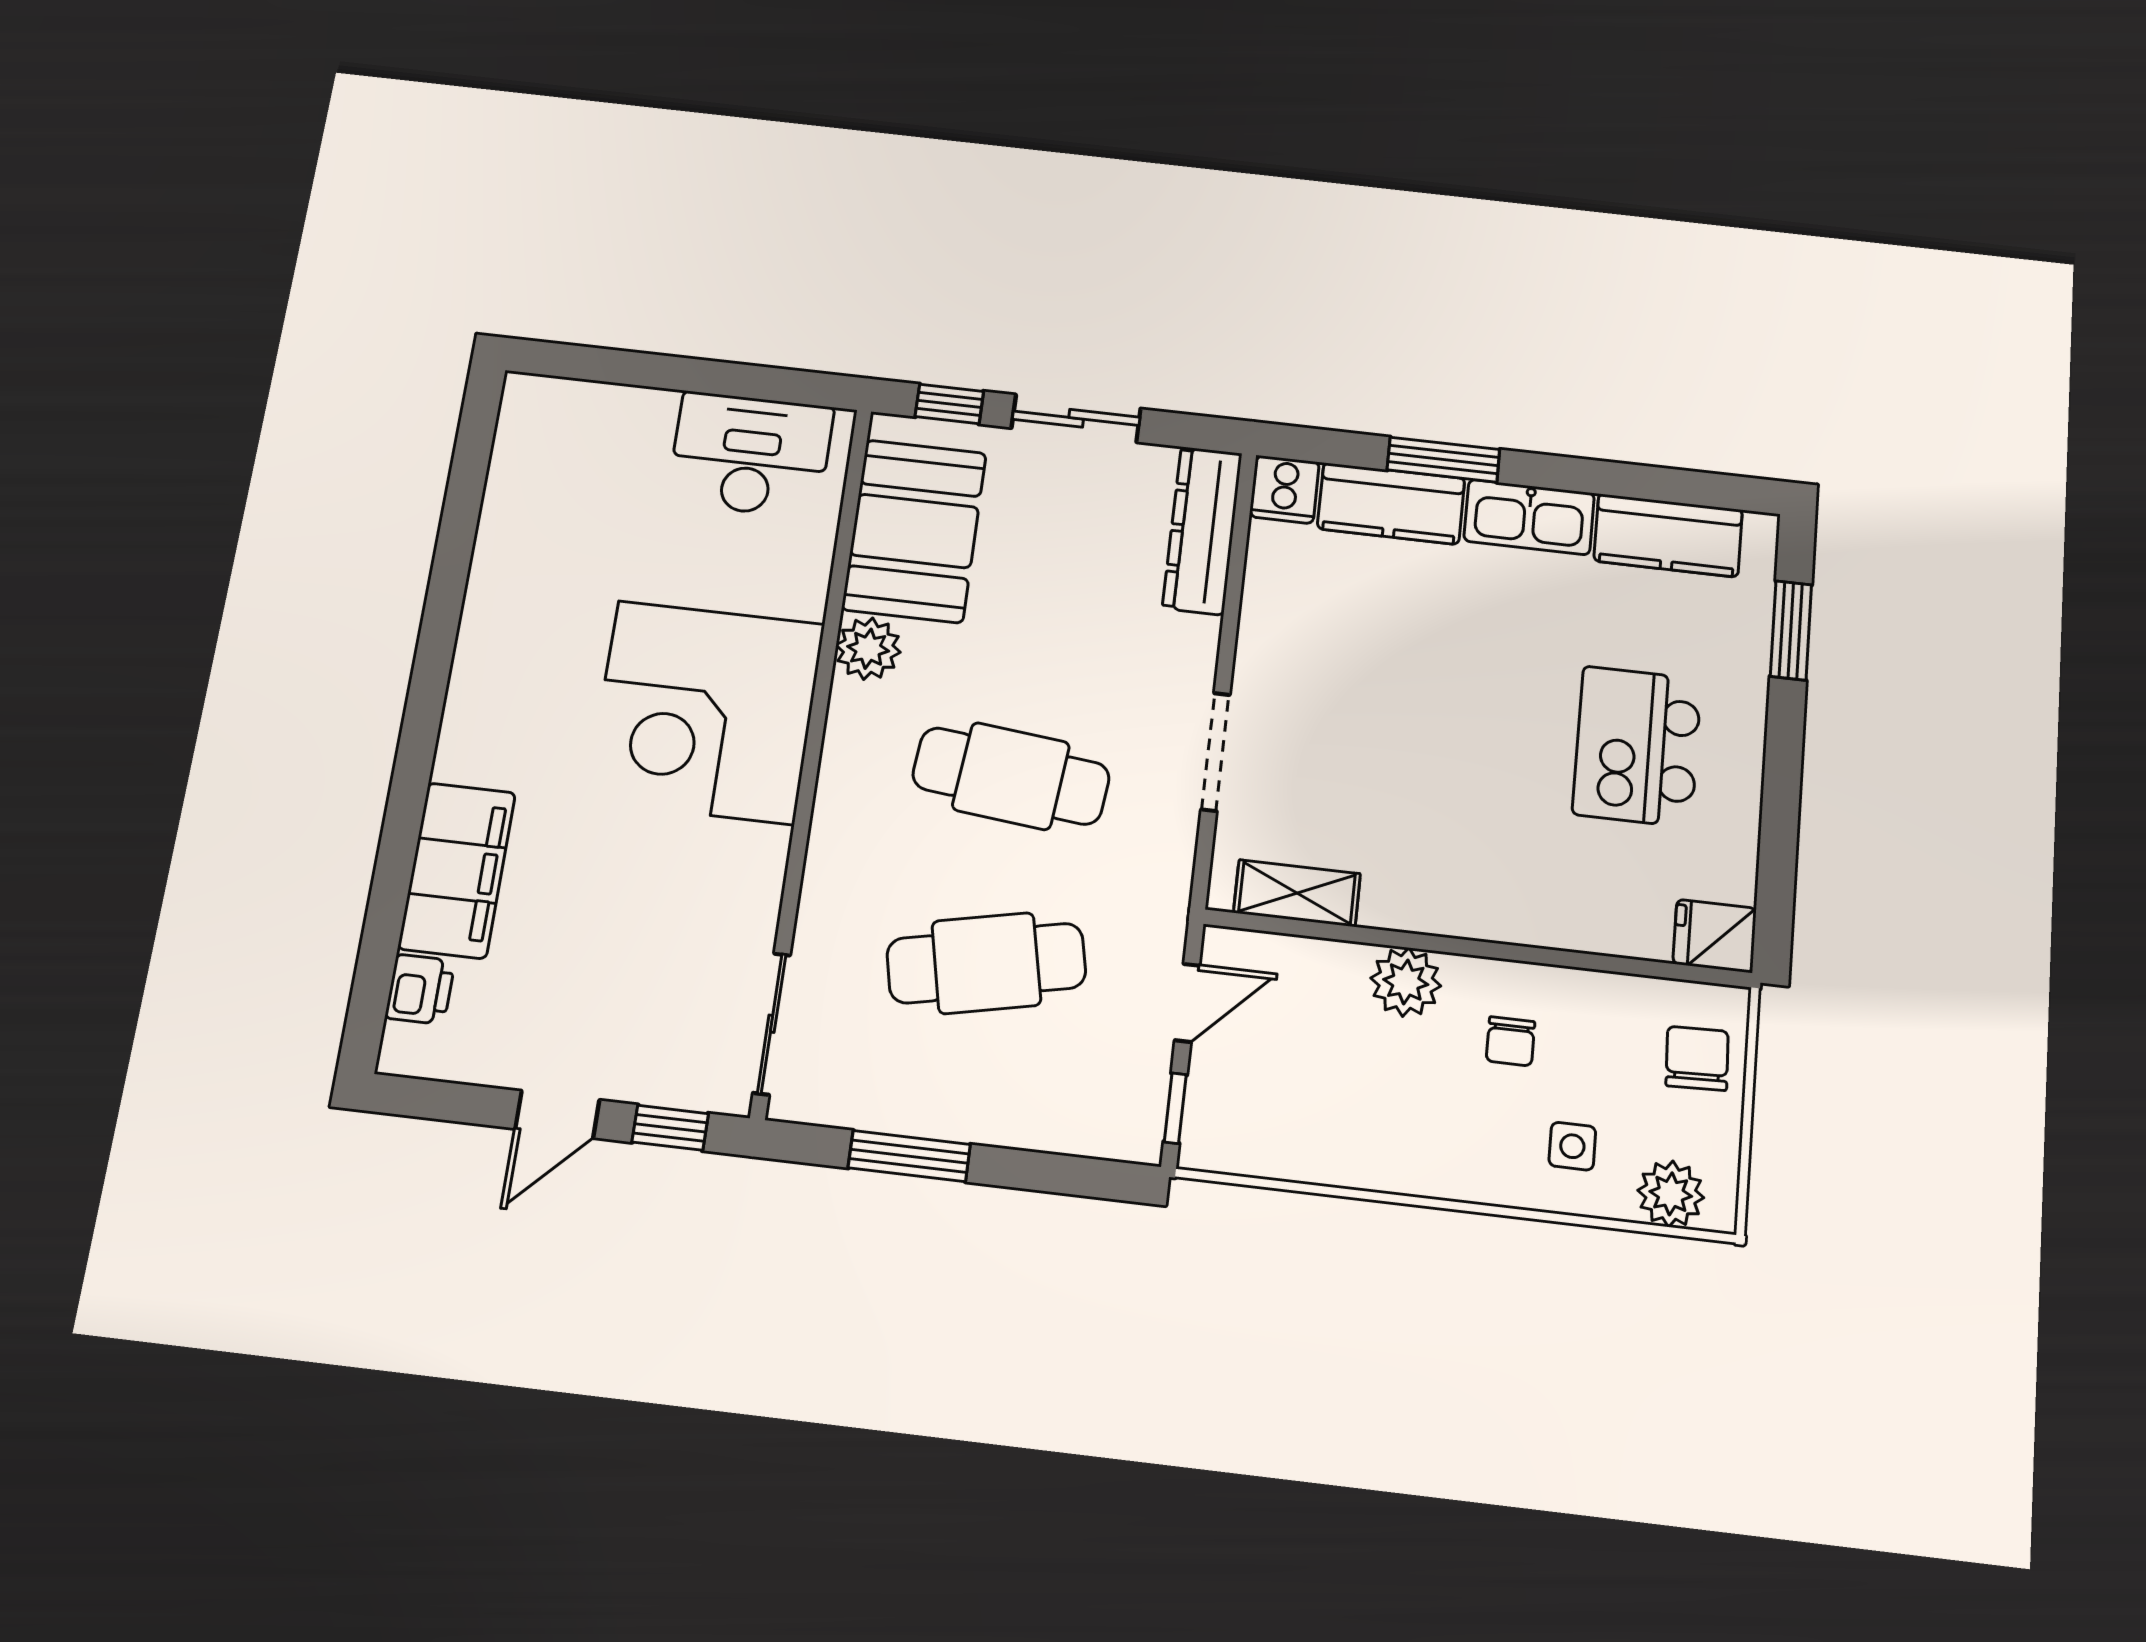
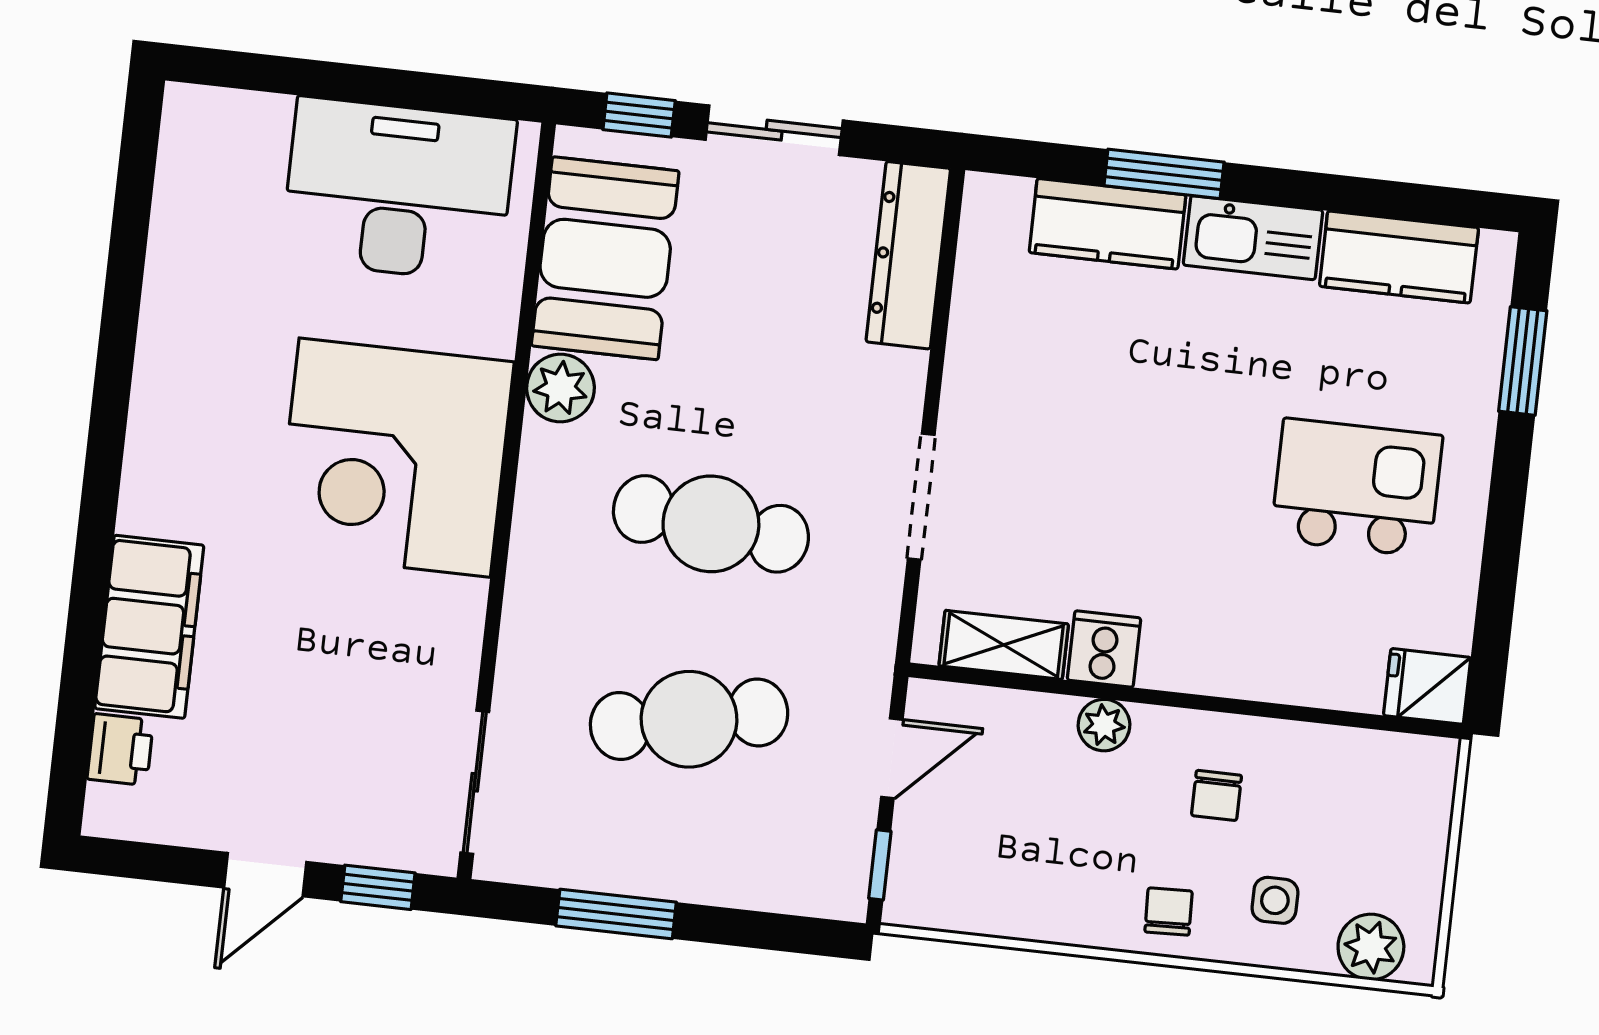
desk: (750, 455) -> (398, 190), width x1.36, depth x1.30
cooker: (1285, 489) -> (1104, 649), moved, turned 180
kitchen island: (1637, 746) -> (1357, 488), turned 90
plant: (1406, 982) -> (1104, 725), width x0.73, depth x0.73
chair: (1697, 1058) -> (1169, 912), moved, width x0.73, depth x0.73

